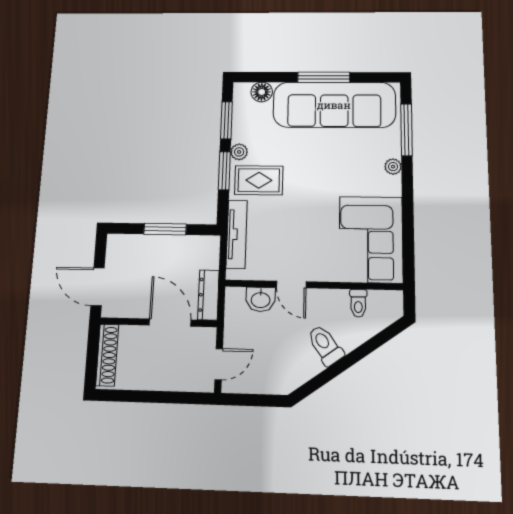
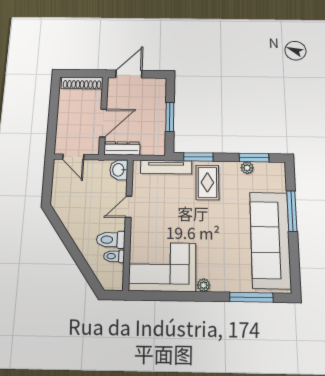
window: (324, 77) -> (292, 211), moved
floor lamp: (262, 92) -> (278, 184), removed
plant: (239, 152) -> (247, 168), moved
plant: (393, 167) -> (204, 285), moved
window: (224, 171) -> (198, 157), moved
washbasin: (261, 299) -> (119, 170), moved
toilet: (325, 345) -> (111, 240), moved, turned -145

